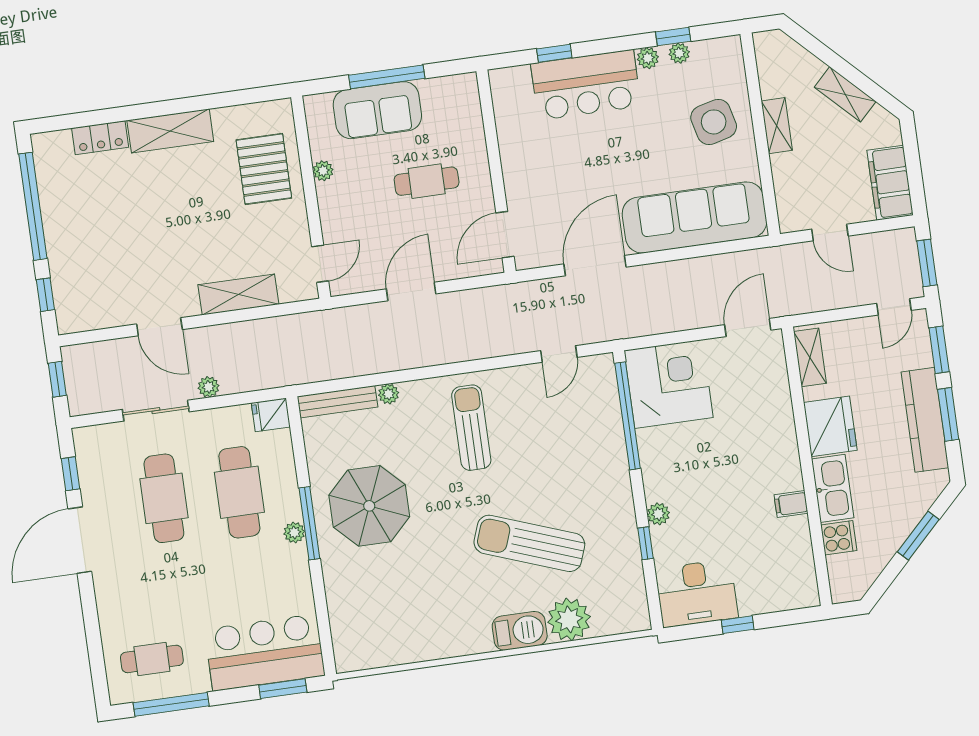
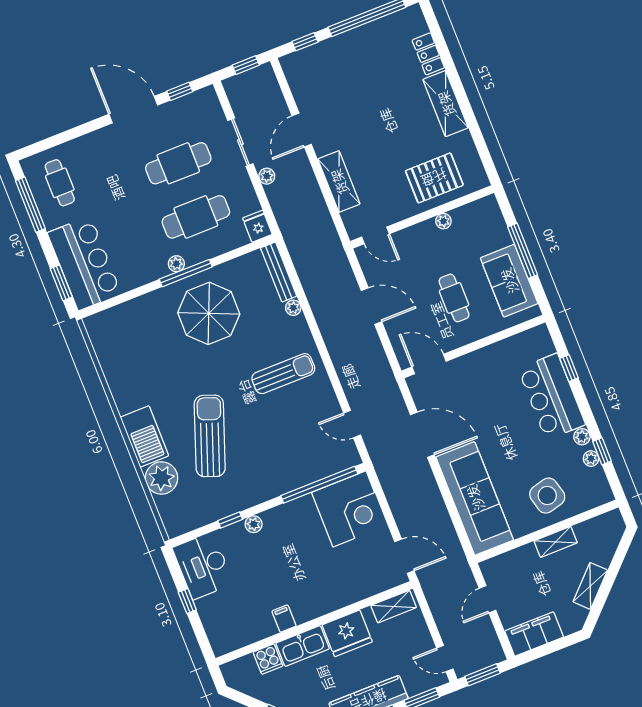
sofa: (377, 110) -> (509, 281), moved
barbecue: (520, 631) -> (144, 436), width x1.37, depth x1.21

